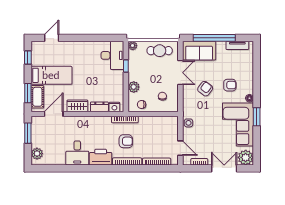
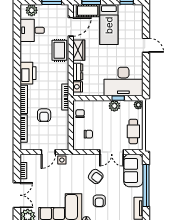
door: (52, 38) -> (146, 45), moved
desk: (112, 55) -> (123, 82), width x1.36, depth x1.30
plant: (134, 87) -> (114, 106), moved
door: (54, 114) -> (71, 27), hinge flipped
rug: (77, 125) -> (59, 50), added
armchair: (126, 141) -> (44, 115), moved
door: (180, 148) -> (48, 152), moved
desk: (77, 153) -> (32, 30), moved

